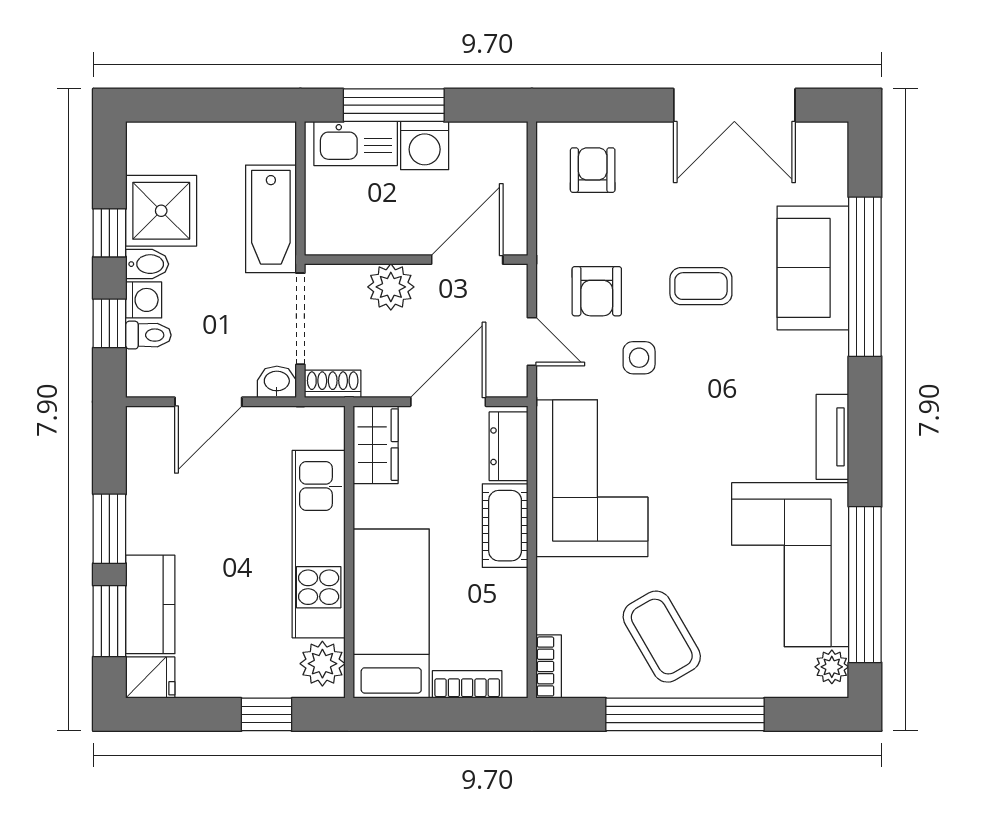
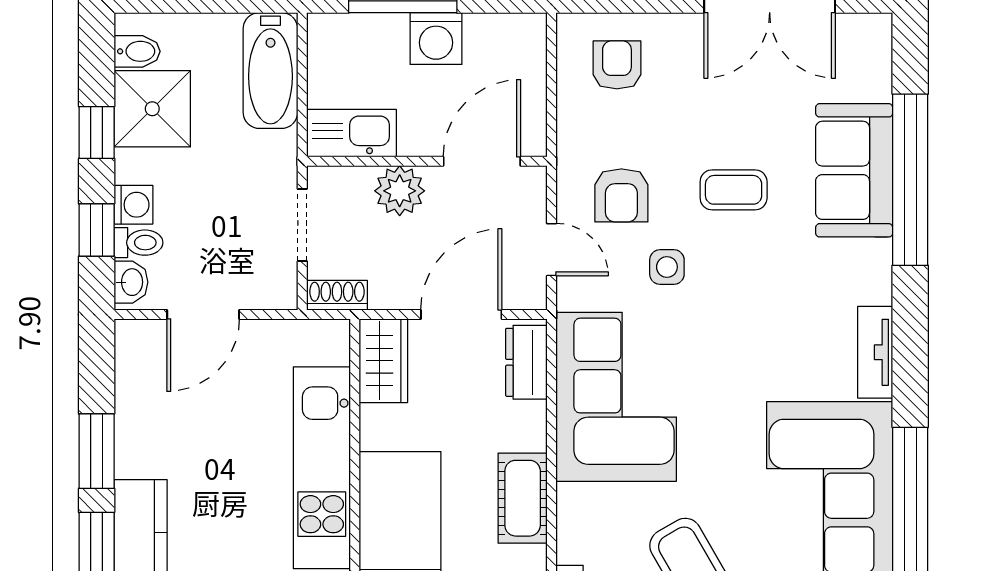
kitchen sink: (356, 143) -> (351, 133), moved, turned 180
bathtub: (271, 219) -> (270, 71), moved
bidet: (147, 264) -> (137, 51), moved
doorway: (300, 319) -> (302, 225), width x0.73
washbasin: (277, 382) -> (131, 282), moved, turned 90
cot: (505, 526) -> (523, 498), moved

